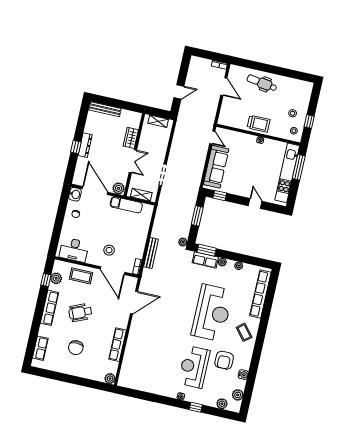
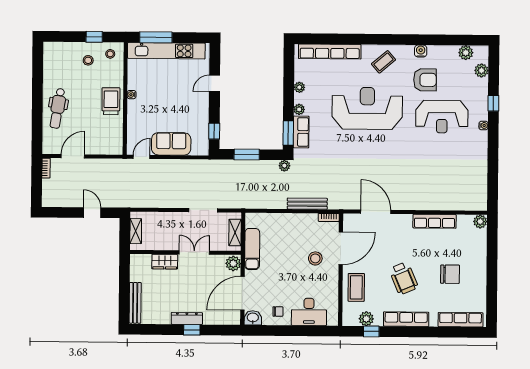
sofa: (216, 167) -> (171, 144), width x0.73
desk: (74, 250) -> (309, 312), moved, turned 90
row of seats: (40, 348) -> (461, 320), width x1.48
water cooler: (243, 375) -> (421, 51), moved

